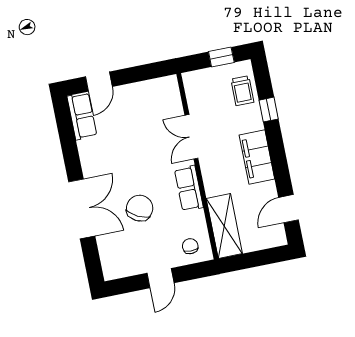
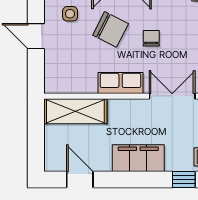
chair: (190, 246) -> (151, 38), moved, turned -90
side table: (133, 250) -> (70, 14), added

